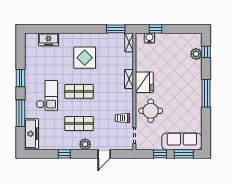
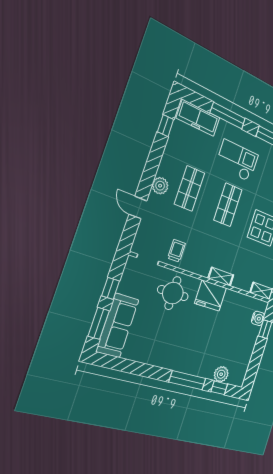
window: (206, 93) -> (187, 380), moved
checkout: (47, 95) -> (237, 161), turned 180
window: (64, 154) -> (166, 126), moved

